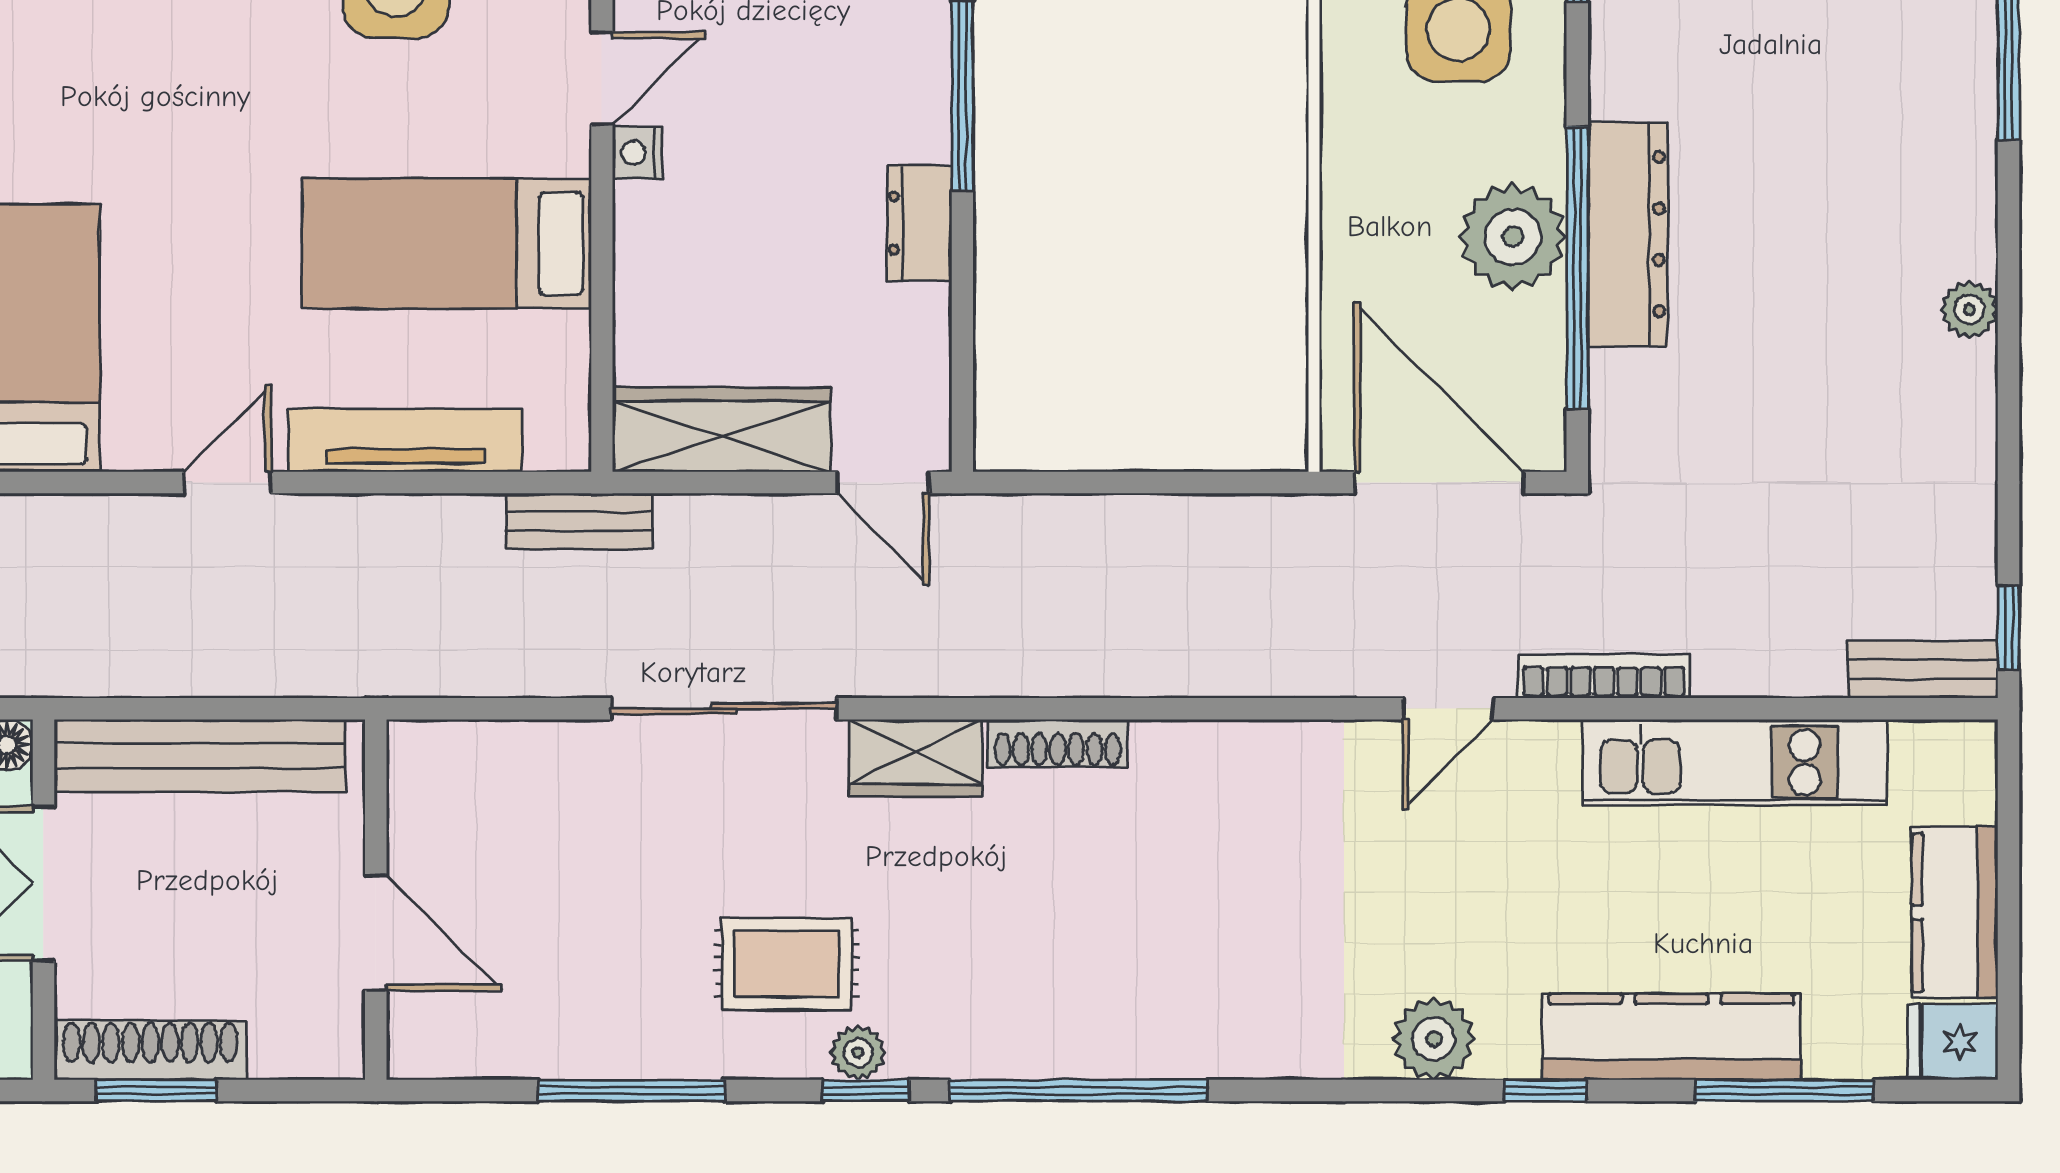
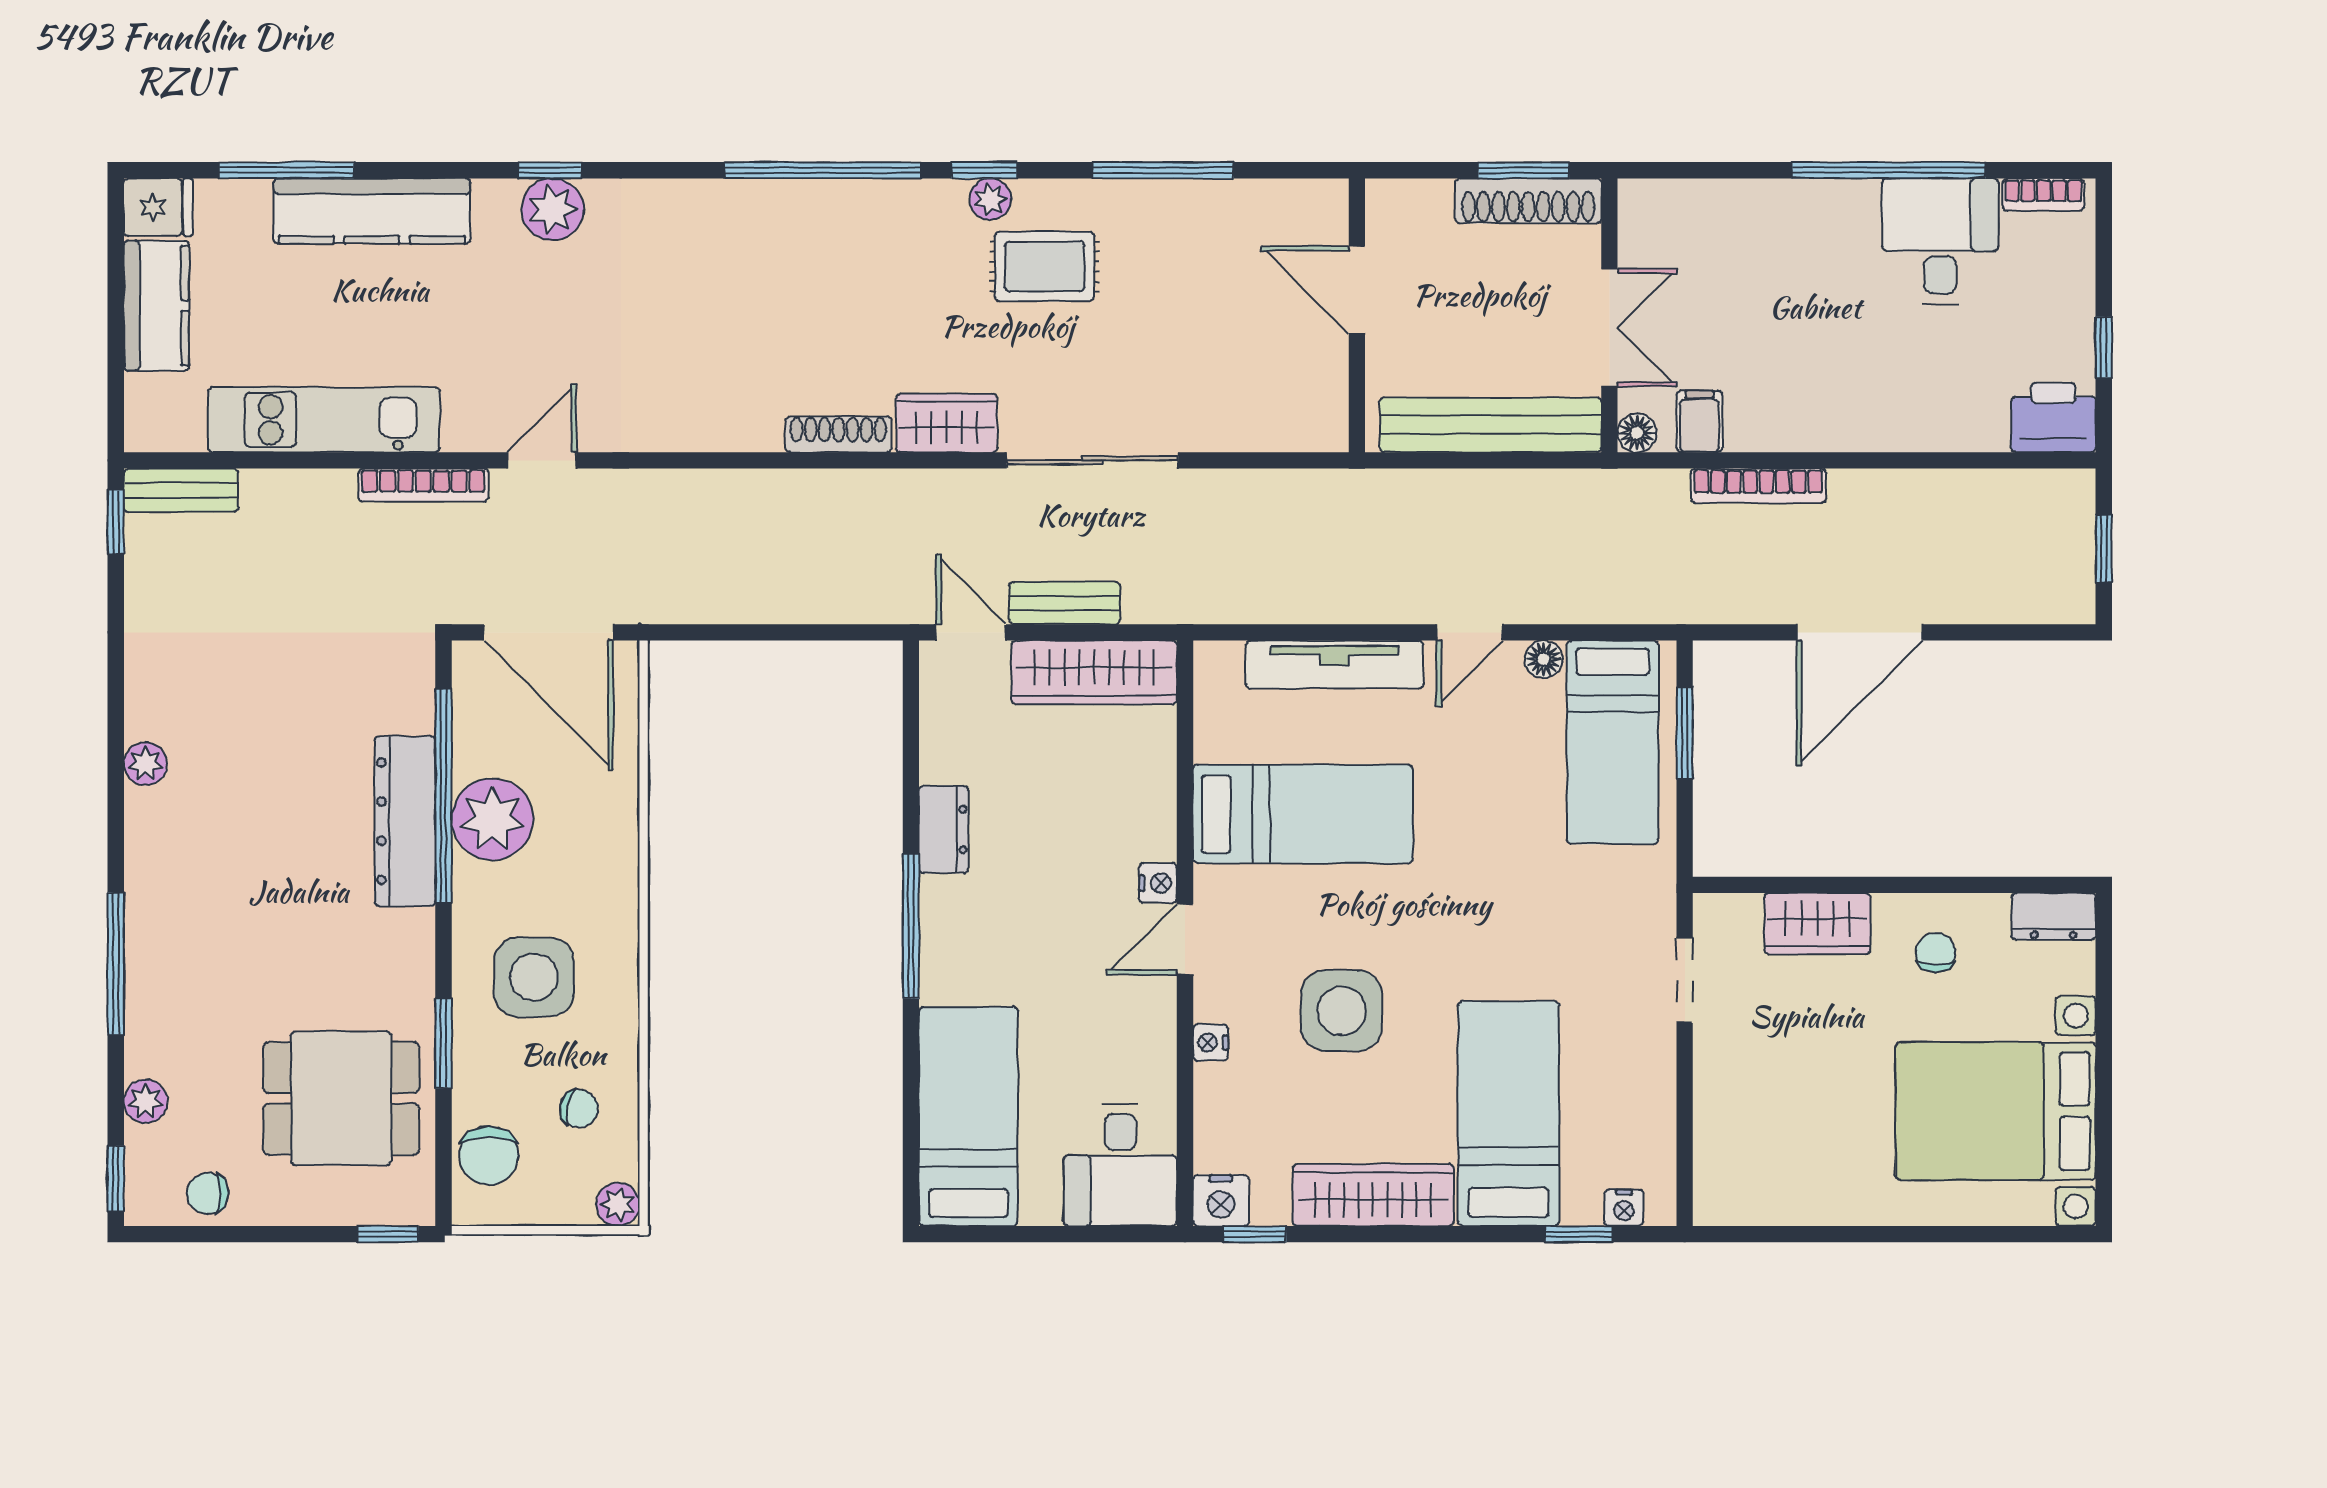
floor lamp: (130, 447) -> (1544, 659), added
bench: (579, 521) -> (1065, 603), moved
window: (1545, 1090) -> (550, 170), moved

